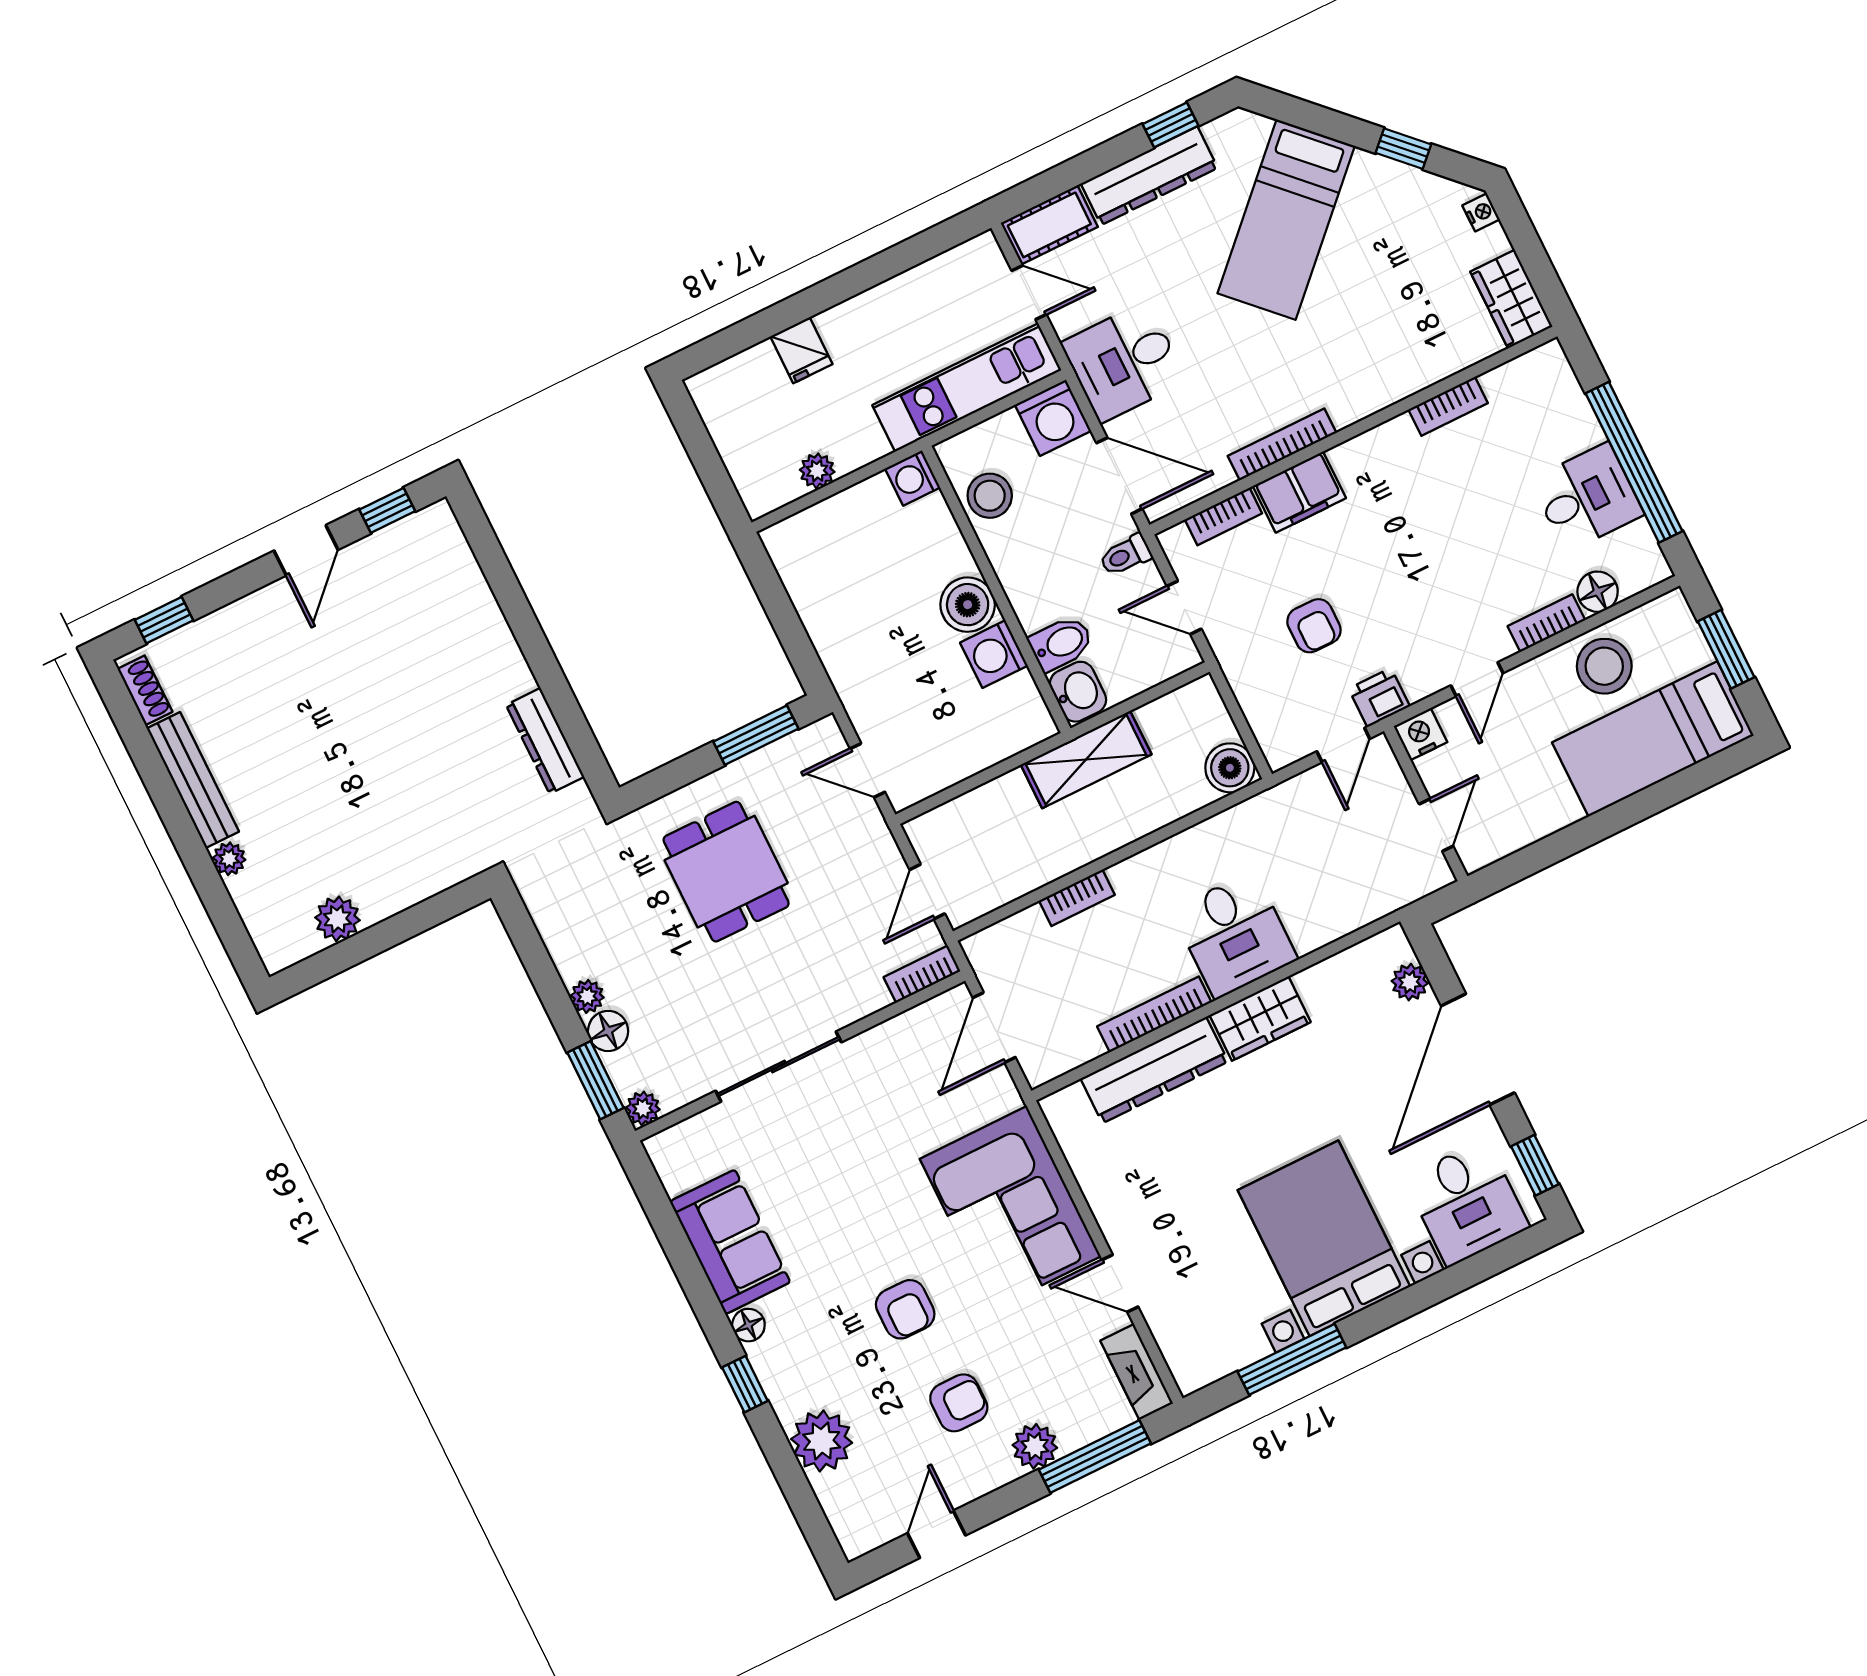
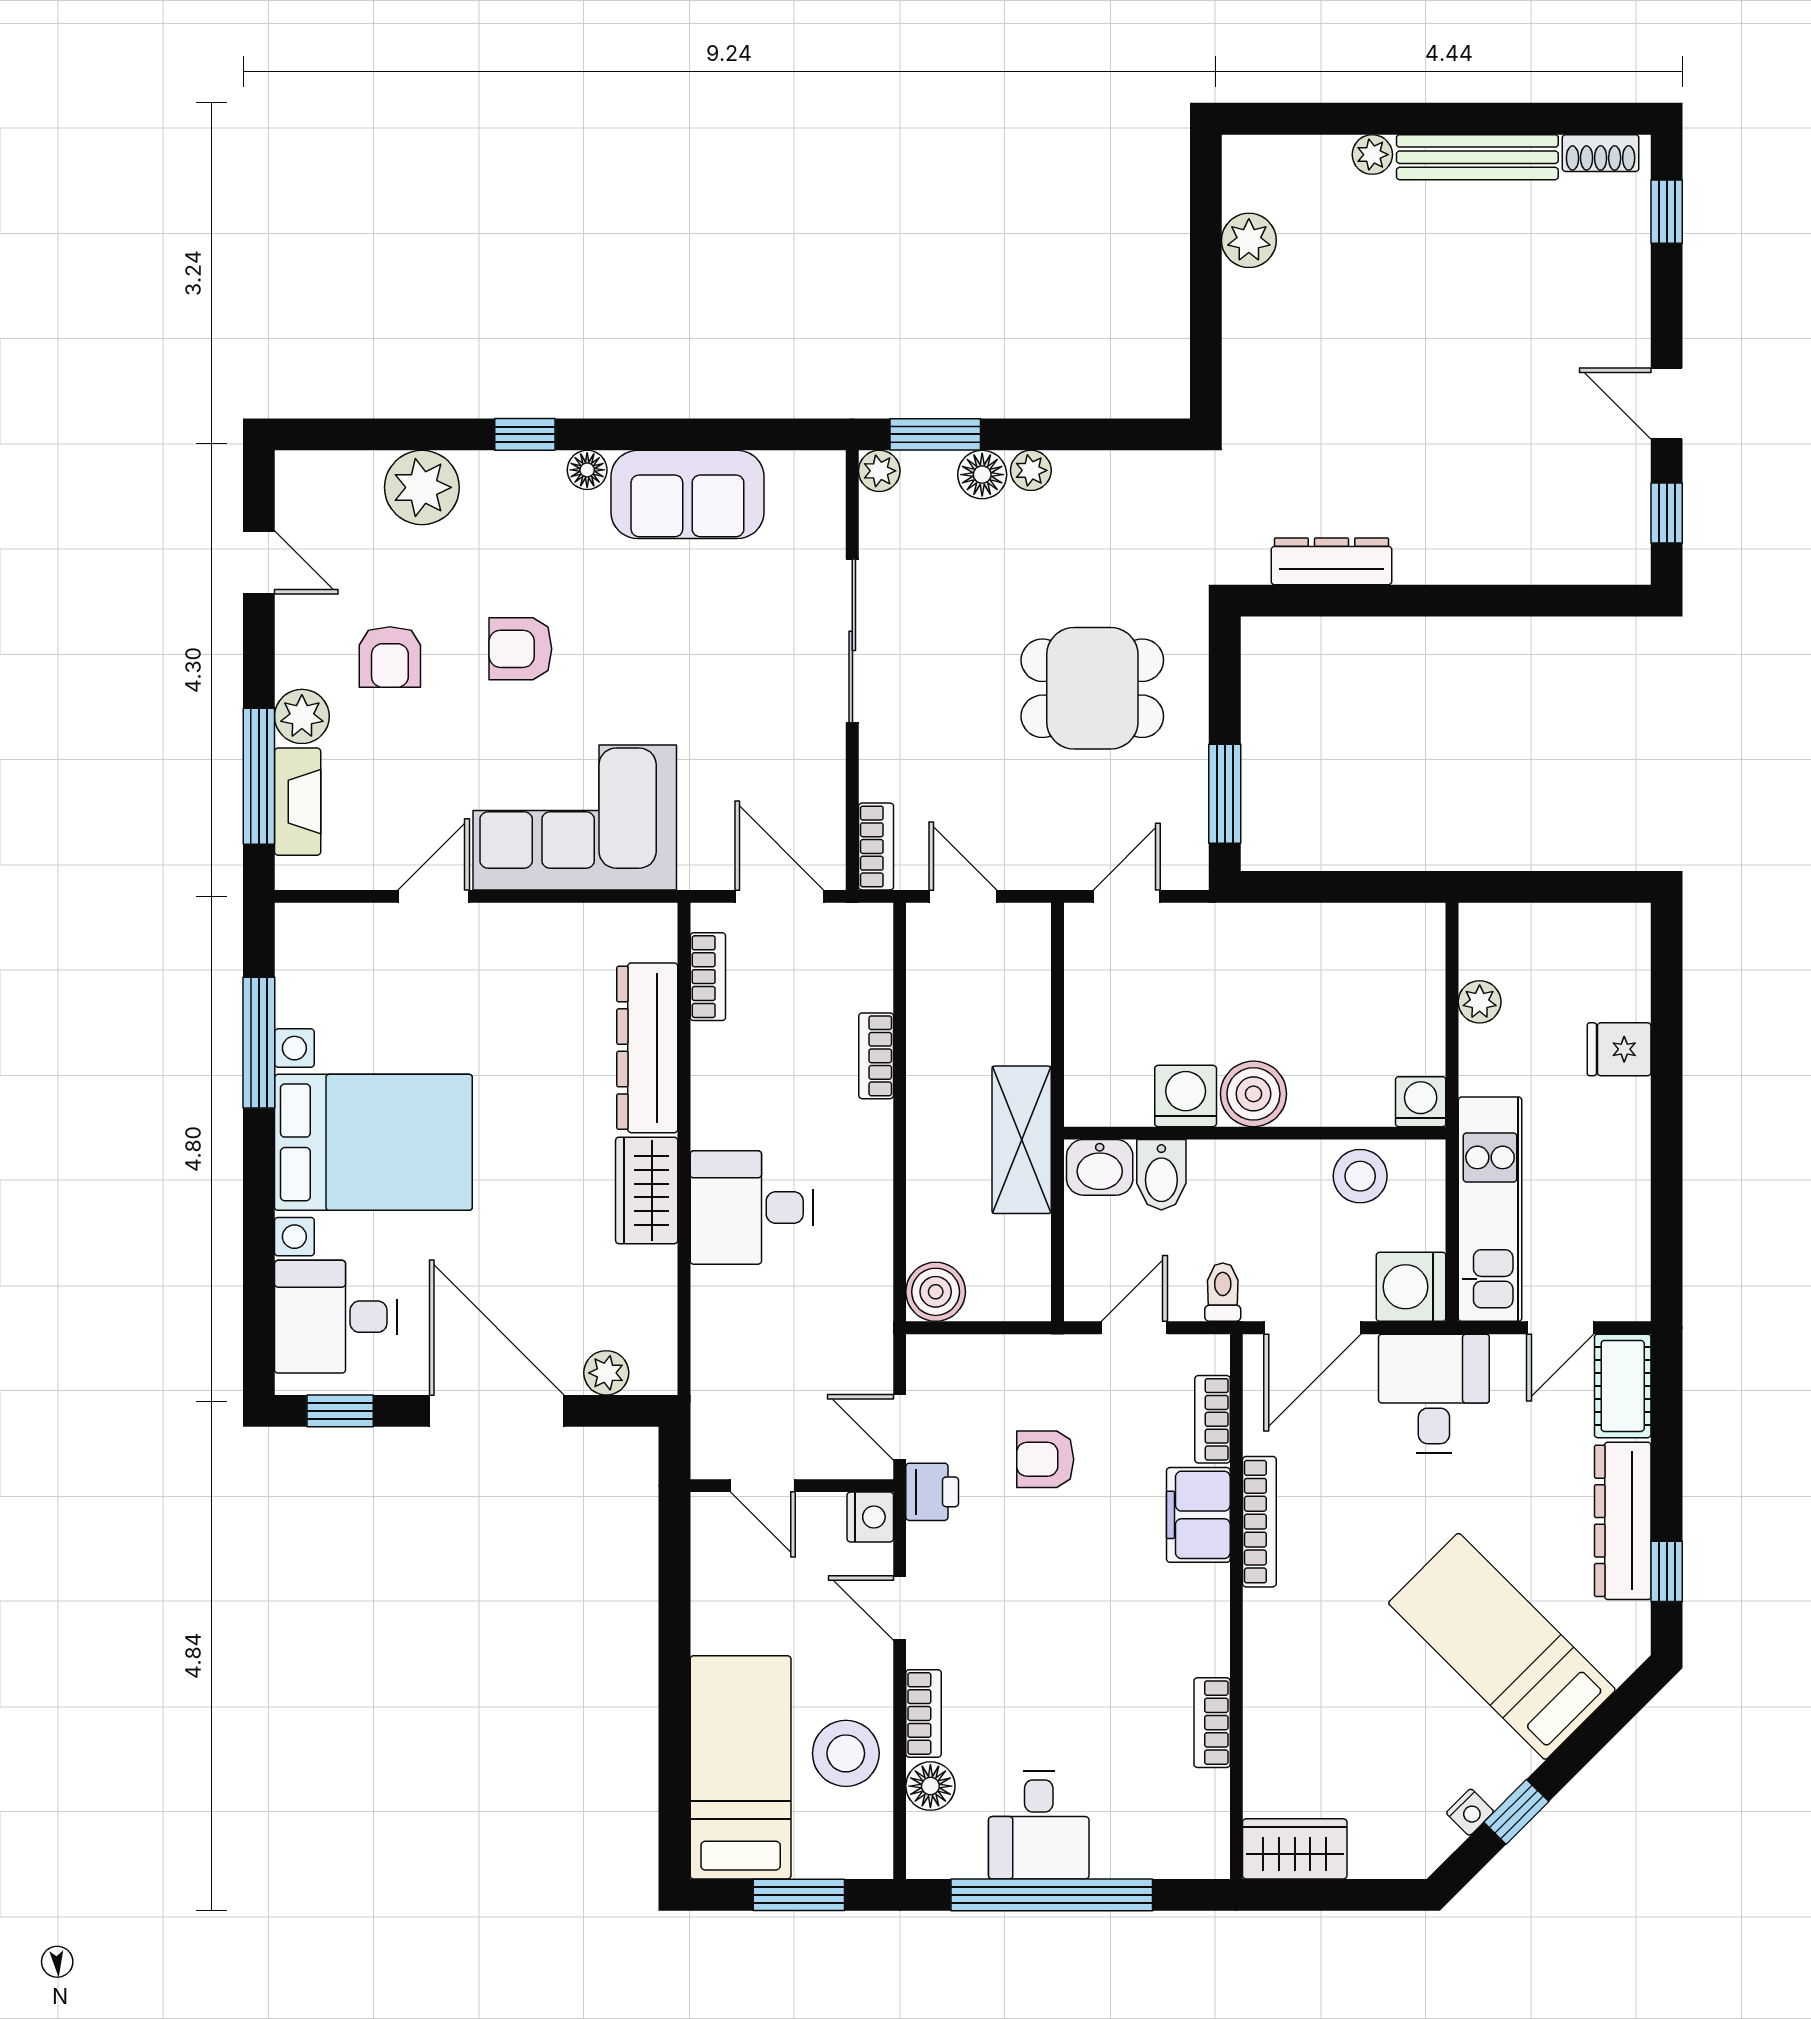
nightstand: (1481, 212) -> (1470, 1812), moved, turned -45
bookcase: (1154, 1014) -> (708, 977), moved, width x0.64
fireplace: (1137, 1372) -> (298, 802), moved, turned 90

